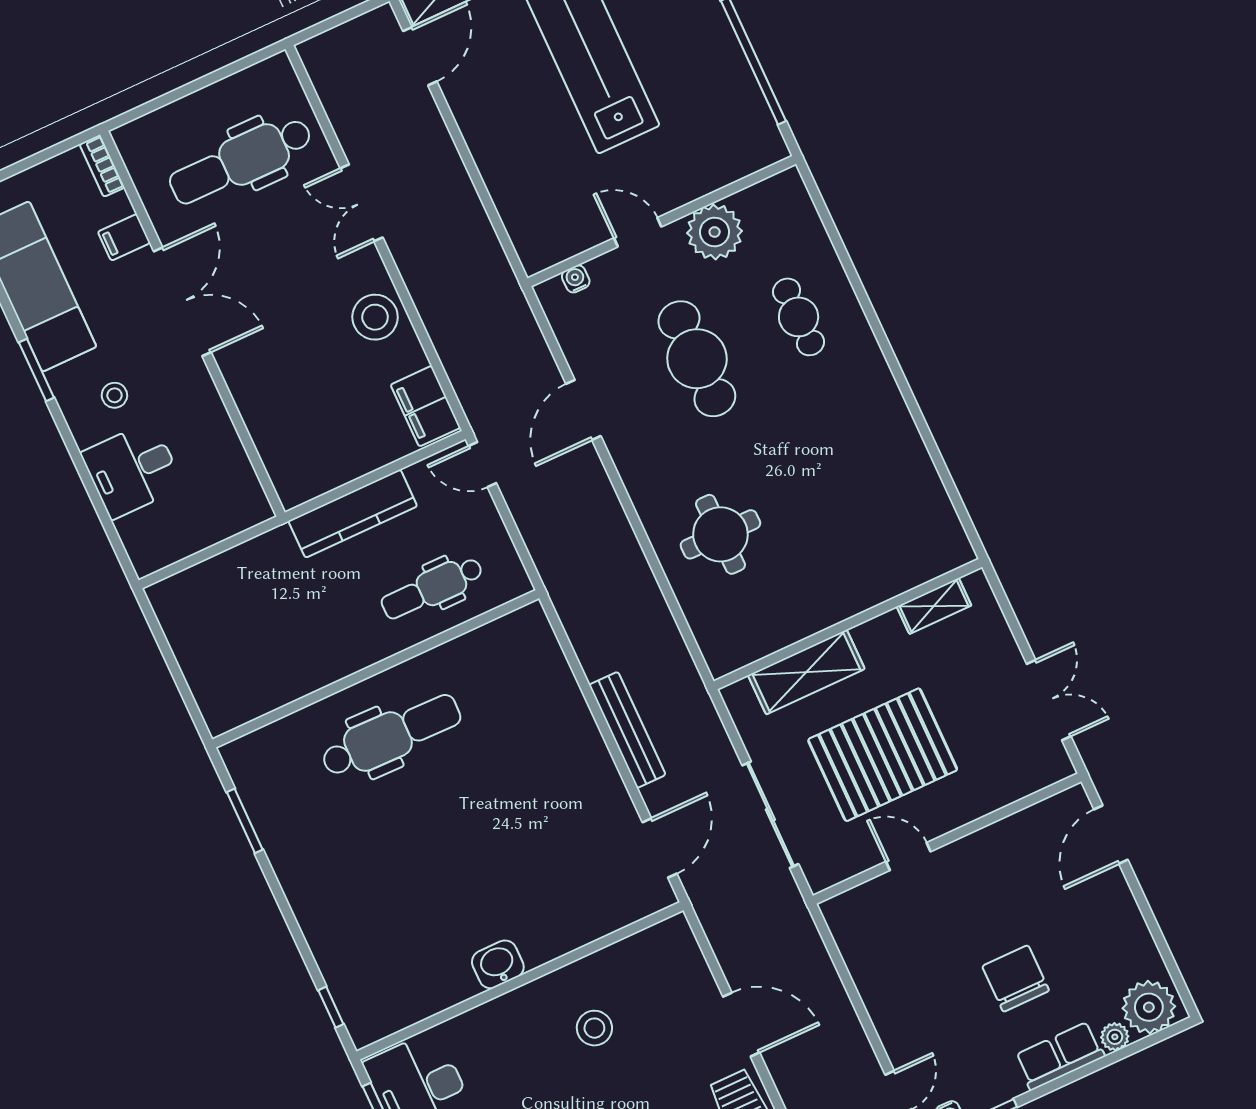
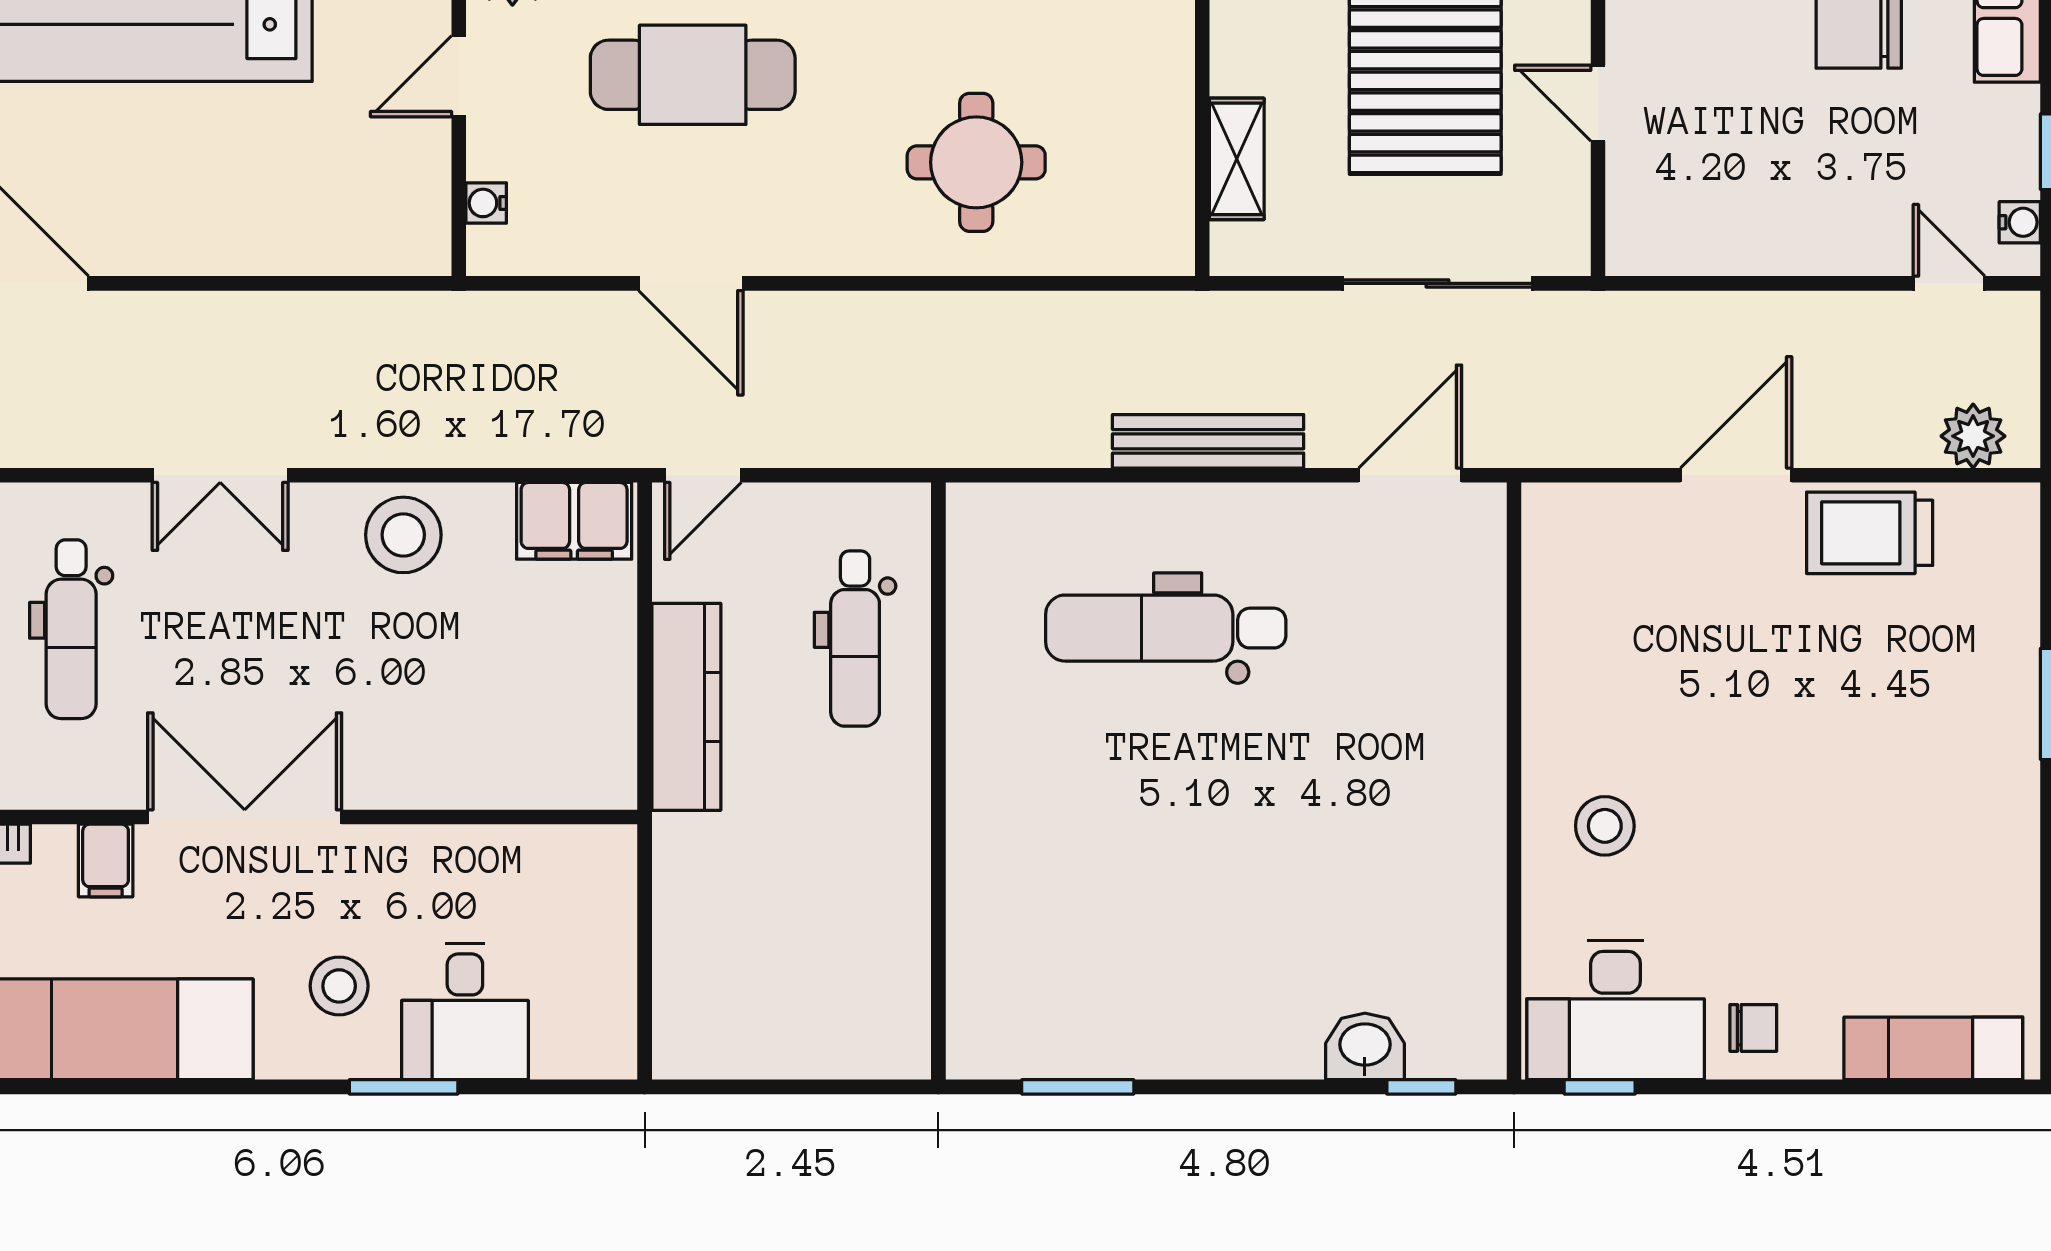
dental chair: (241, 161) -> (71, 629), width x0.73, depth x0.72
window: (36, 370) -> (404, 1087), moved
stool: (114, 395) -> (339, 986), width x1.37, depth x1.37
shelving: (806, 672) -> (1237, 159), width x0.67, depth x0.75
dental chair: (391, 736) -> (1166, 628), moved, turned -91
door: (660, 848) -> (1410, 475), hinge flipped
door: (908, 857) -> (1598, 103), hinge flipped
washbasin: (498, 964) -> (1365, 1046), moved, turned 90
stool: (594, 1028) -> (1605, 826), moved

